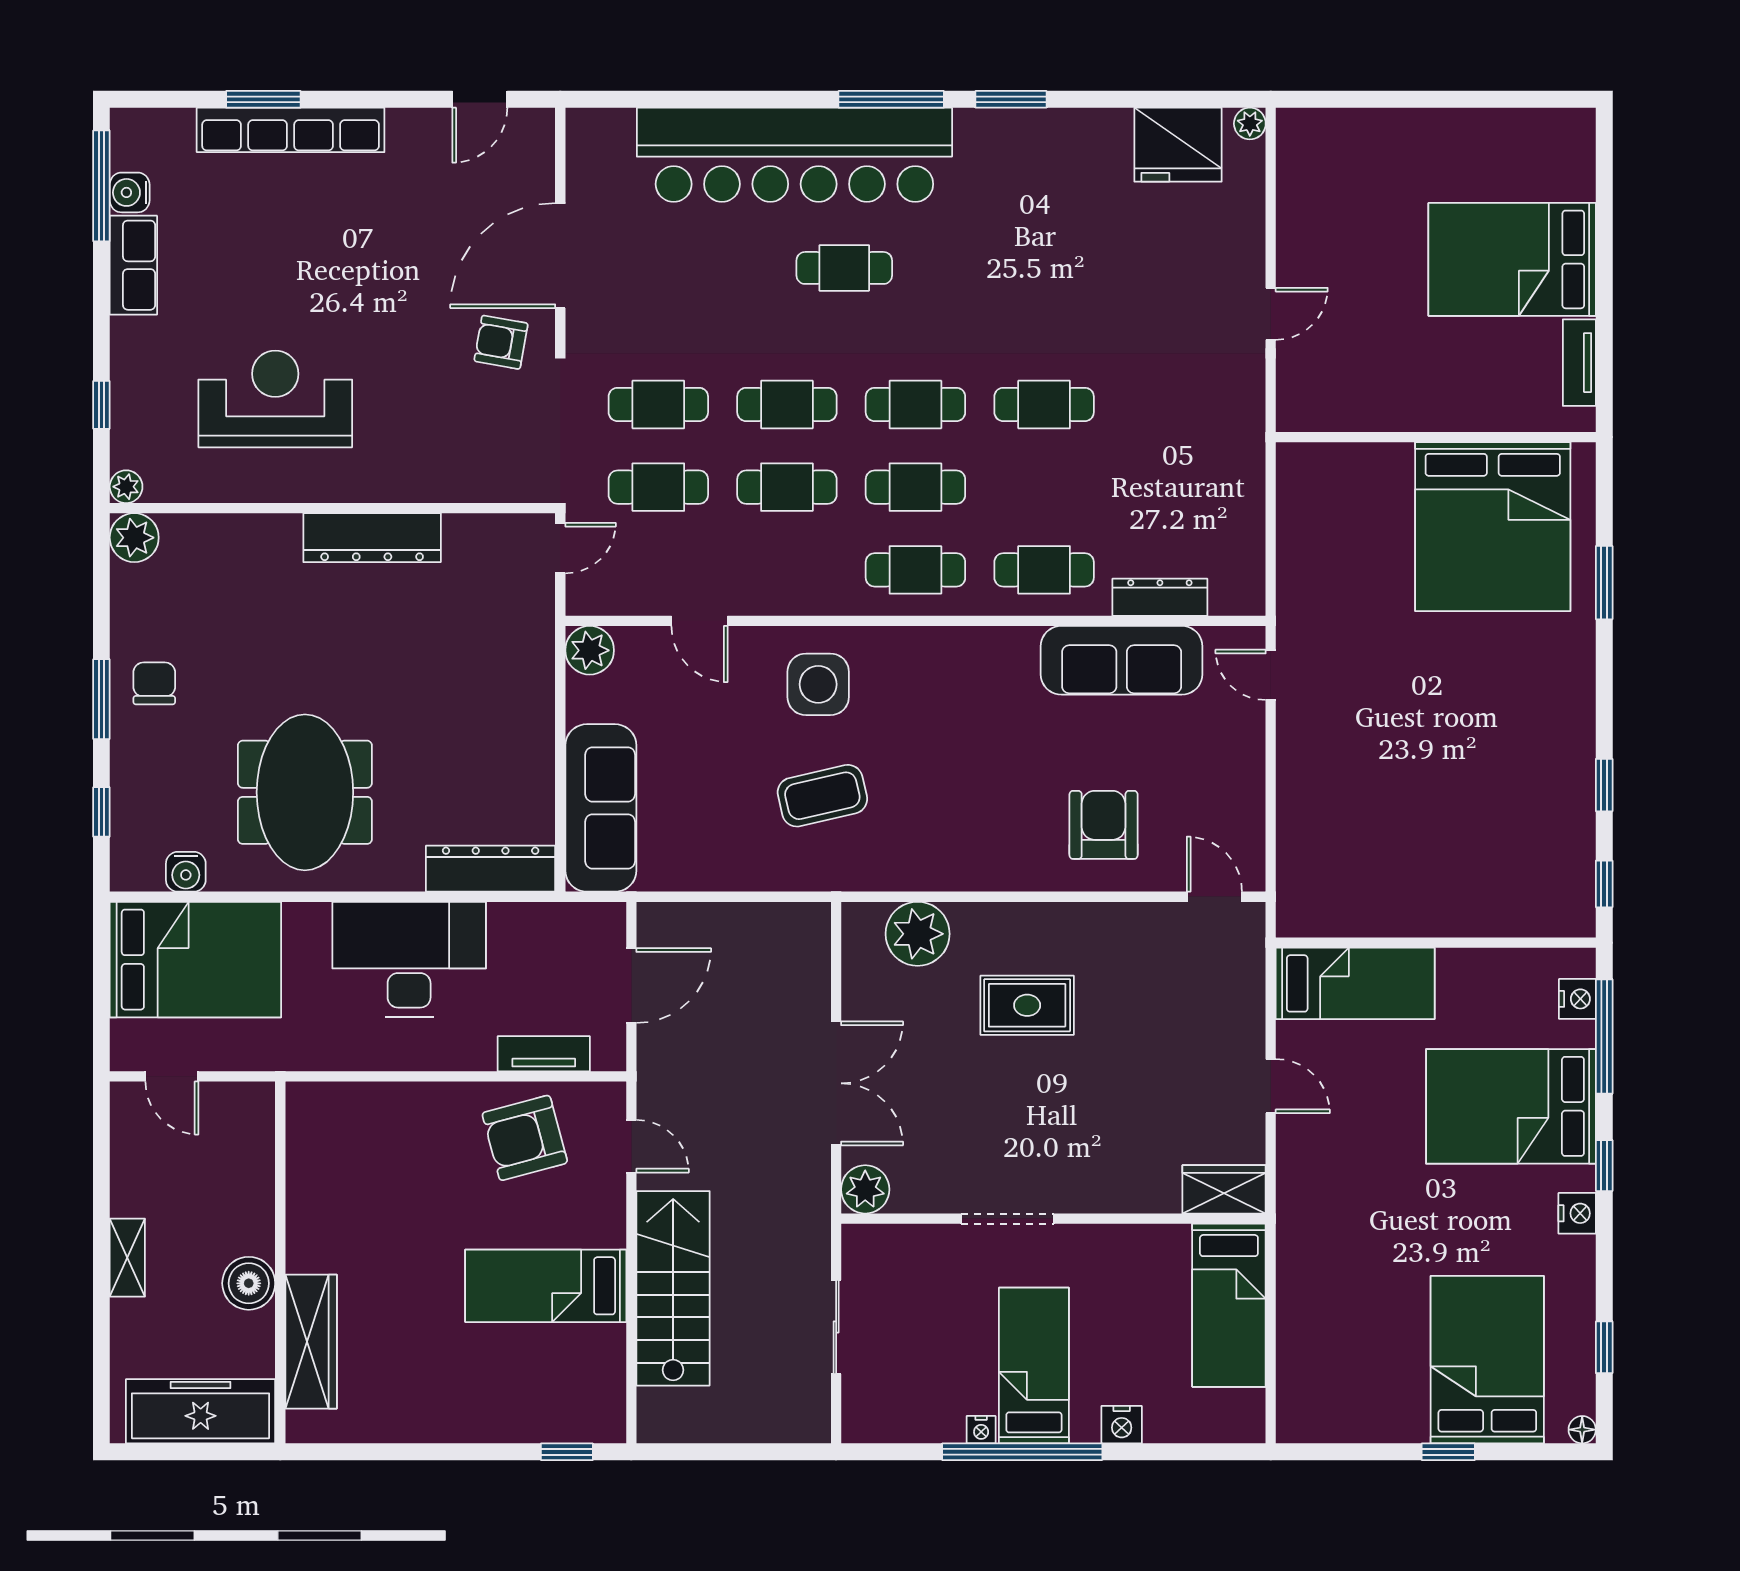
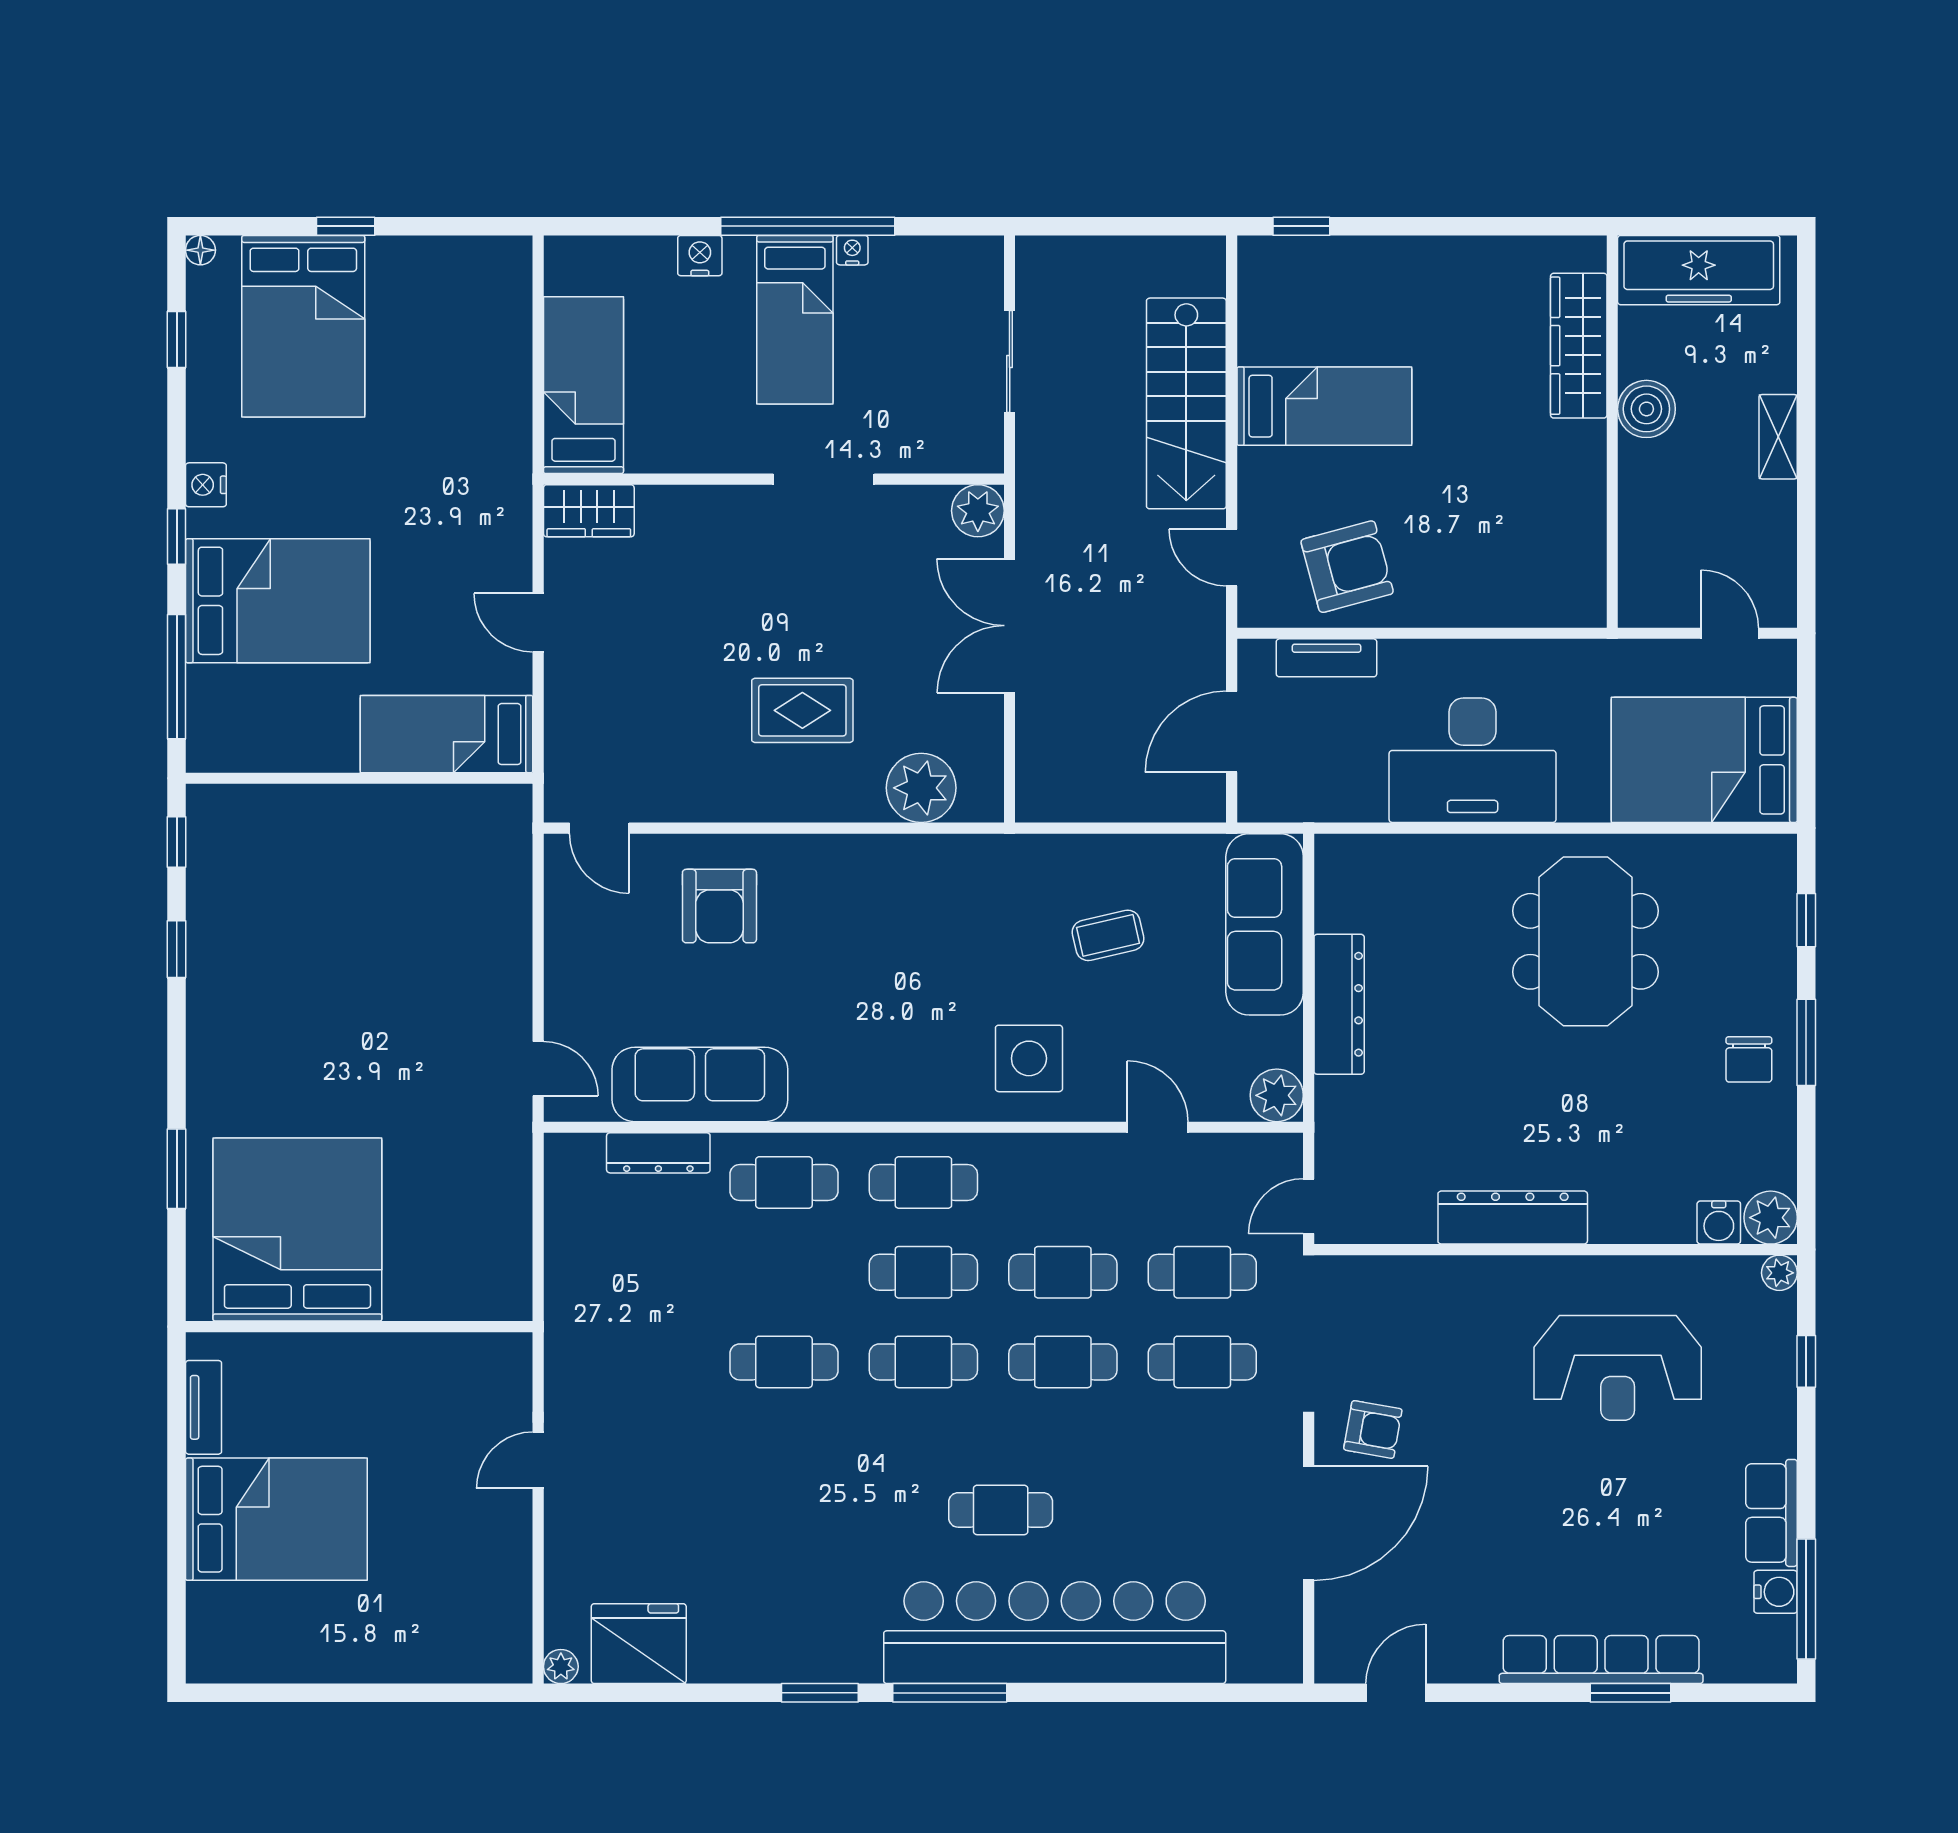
coffee table: (822, 796) -> (1108, 935), moved, width x0.73, depth x0.77
dresser: (491, 869) -> (1339, 1004), moved, turned -90
water cooler: (186, 872) -> (1719, 1223), moved, turned 180
nightstand: (1577, 999) -> (206, 717), removed

